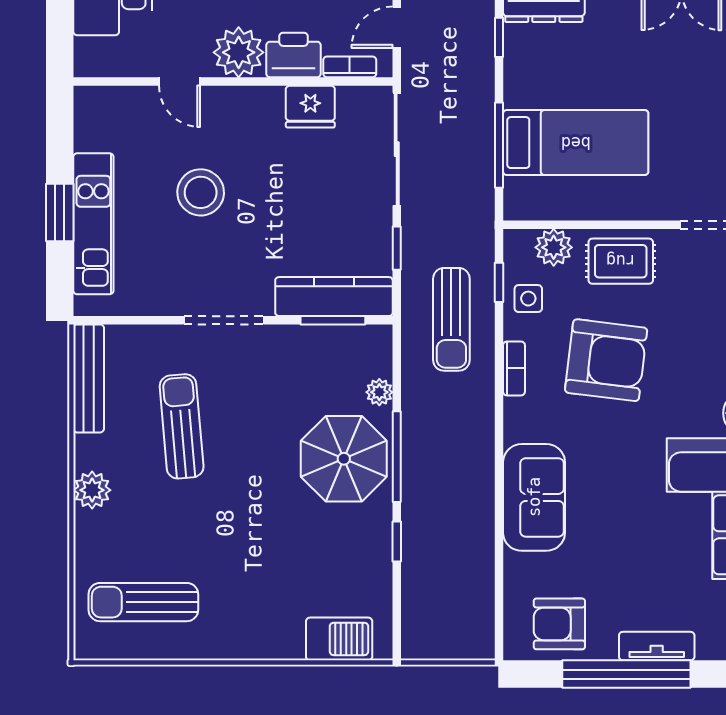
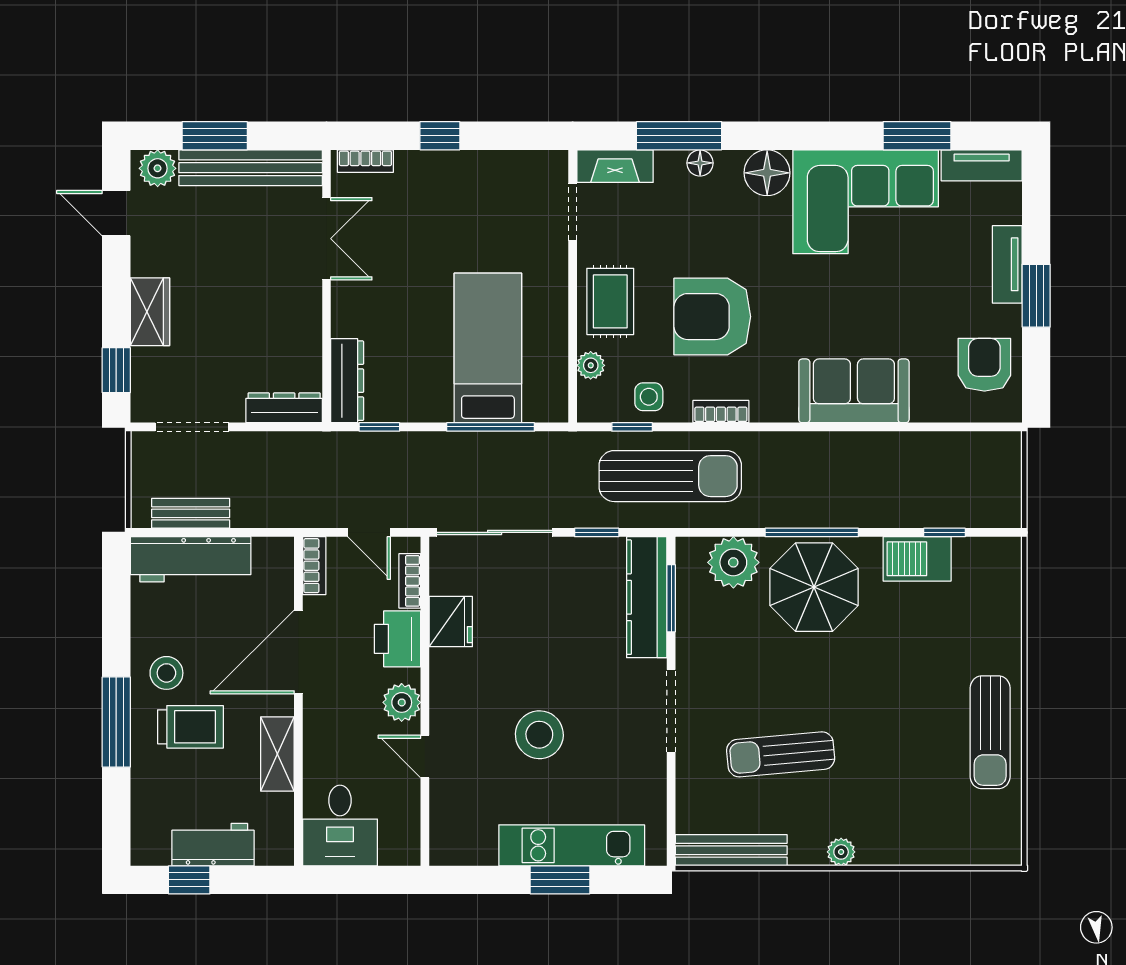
plant: (239, 52) -> (402, 702), width x0.73, depth x0.73
door: (179, 82) -> (425, 757), swing flipped
plant: (554, 247) -> (591, 365), width x0.73, depth x0.73
sun lounger: (451, 319) -> (670, 476), width x1.36, depth x1.34
armchair: (606, 360) -> (712, 317), turned -97
plant: (379, 392) -> (733, 562), width x1.88, depth x1.88
plant: (92, 490) -> (841, 852), width x0.73, depth x0.73
window: (397, 541) -> (944, 532), moved
sun lounger: (143, 602) -> (990, 732), moved
armchair: (559, 624) -> (984, 365), turned 180
barbecue: (339, 639) -> (917, 559), moved, turned -90
window: (626, 674) -> (1036, 296), width x0.47

